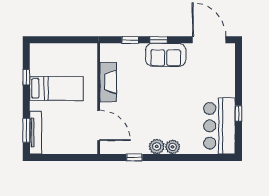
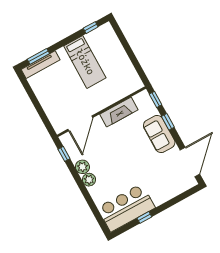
window: (26, 77) -> (91, 28), moved
fireplace: (108, 82) -> (119, 112), moved
wall: (99, 99) -> (102, 112), moved
door: (99, 125) -> (80, 123), moved

